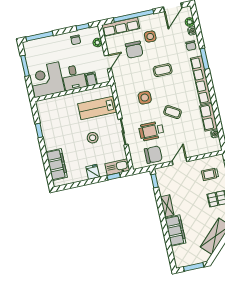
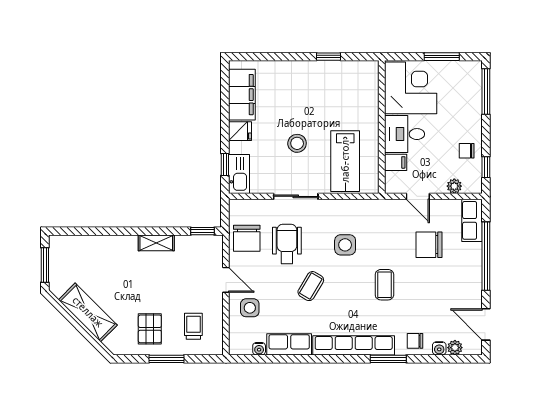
row of seats: (121, 27) -> (472, 220), width x0.68
side table: (150, 37) -> (250, 308), moved
lab bench: (97, 108) -> (345, 161), turned 180
filing cabinet: (57, 165) -> (242, 95), moved, turned -90
filing cabinet: (175, 231) -> (112, 248), removed

